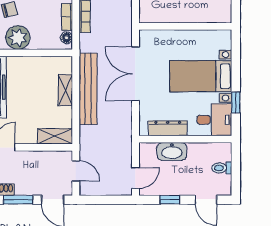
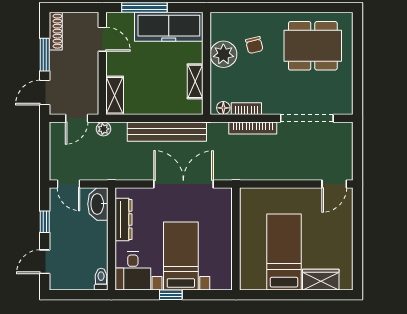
shelving: (65, 90) -> (195, 81), moved, turned 90
window: (236, 102) -> (171, 295), moved
plant: (86, 146) -> (104, 129), added
washbasin: (172, 151) -> (98, 204), moved
toilet: (222, 168) -> (101, 279), moved

